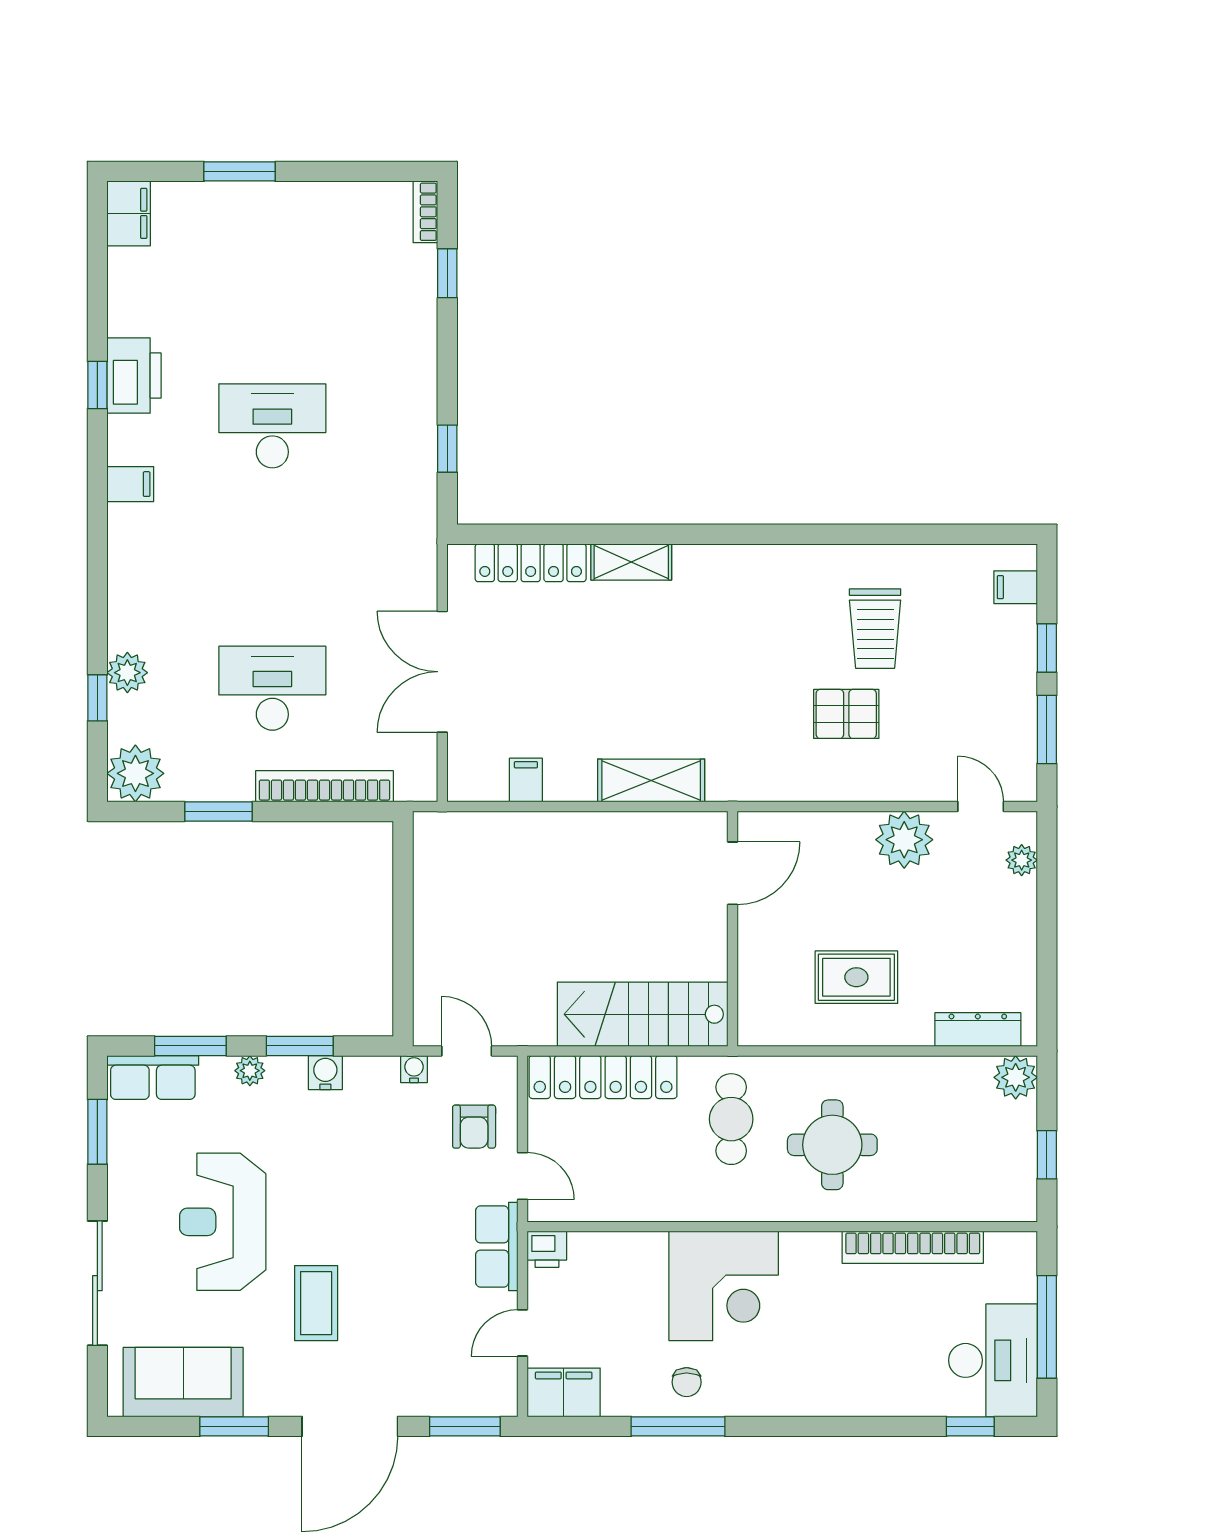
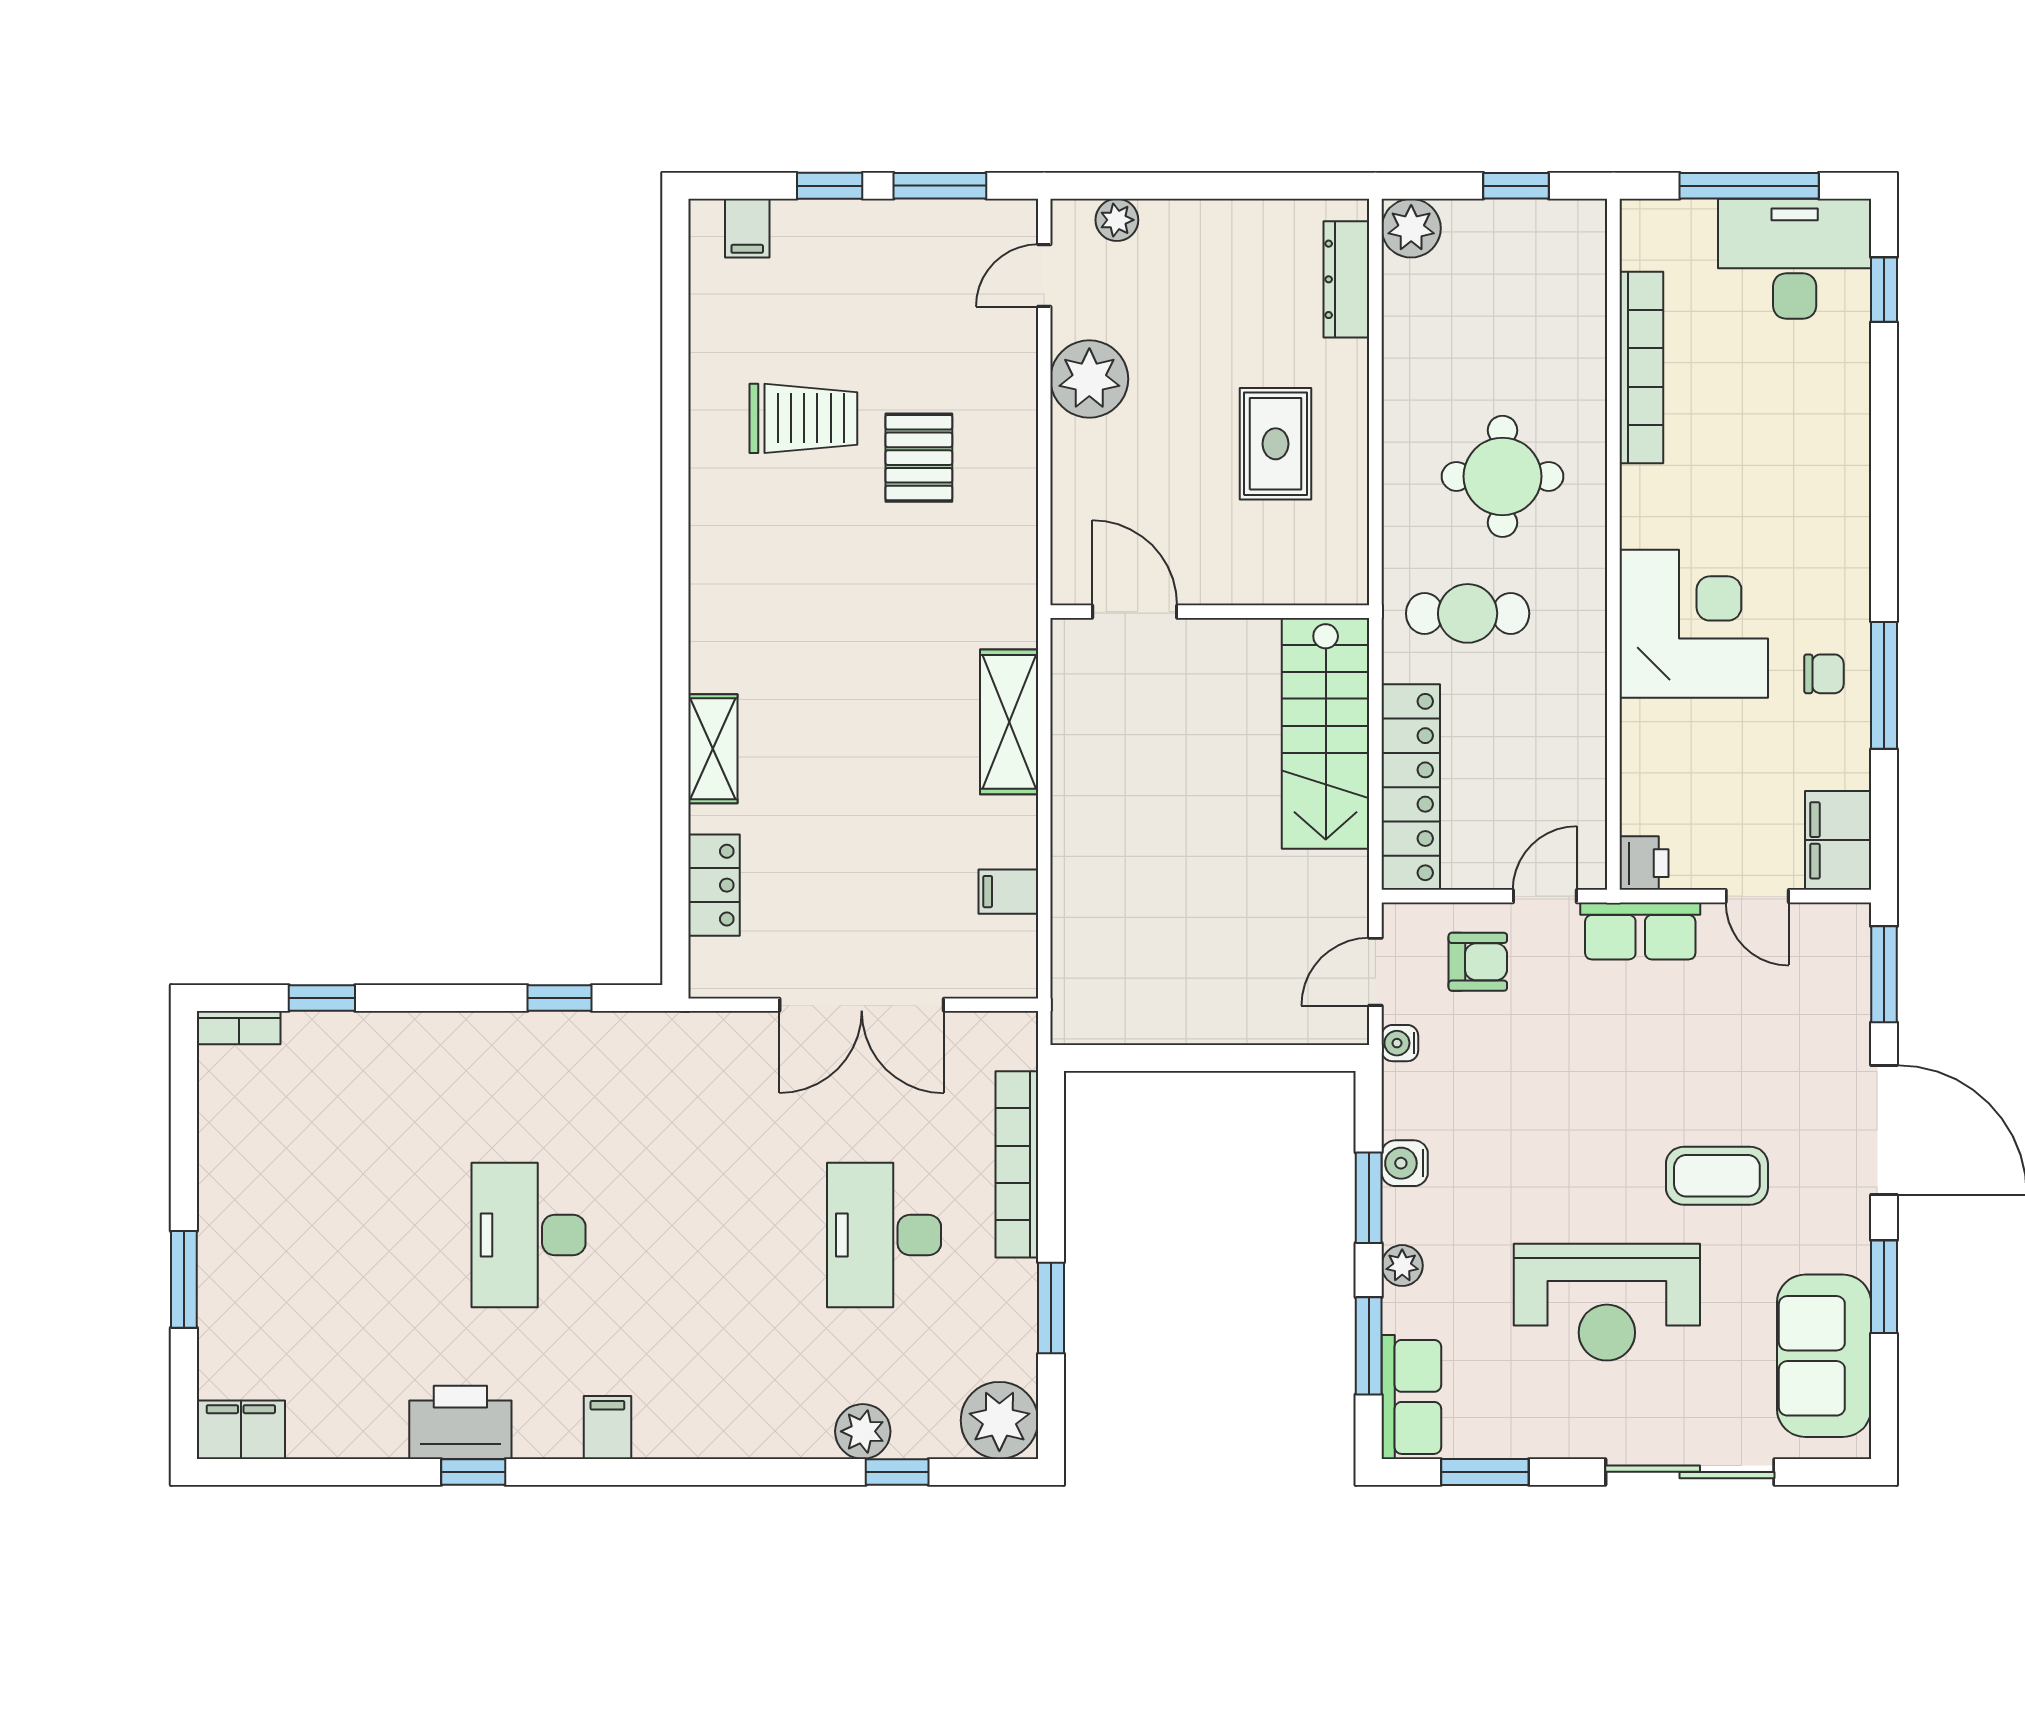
locker: (531, 563) -> (714, 885), width x0.66

